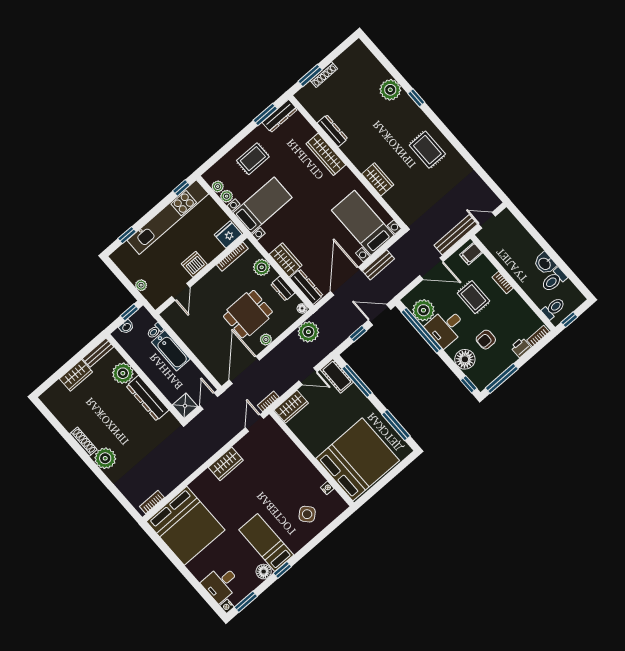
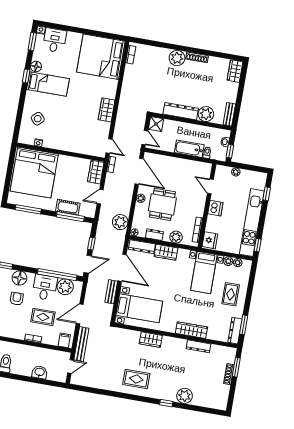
washbasin: (545, 263) -> (40, 372), moved
wardrobe: (76, 375) -> (235, 71), moved
cot: (337, 376) -> (68, 207), moved

